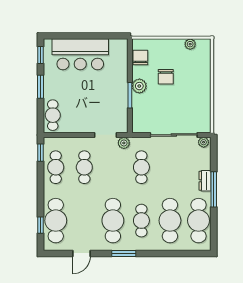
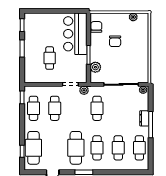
bar counter: (80, 54) -> (75, 34), moved, turned 90
plant: (139, 86) -> (95, 67), moved
cafe table: (53, 115) -> (50, 58), moved
cafe table: (170, 221) -> (118, 148), width x0.73, depth x0.74
cafe table: (199, 221) -> (139, 148), width x0.73, depth x0.74

